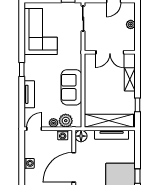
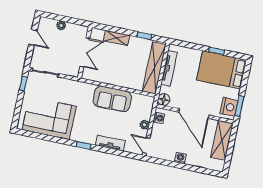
plant: (66, 121) -> (145, 112), removed

